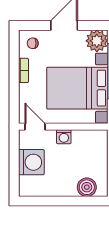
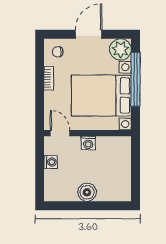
washing machine: (31, 162) -> (51, 162), width x0.53, depth x0.53
boiler: (87, 187) -> (87, 192), moved

